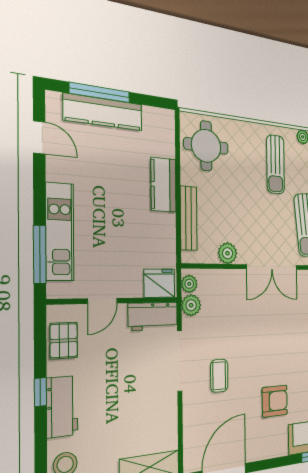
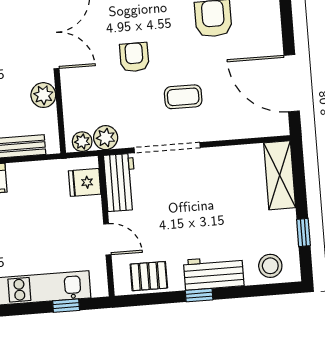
window: (40, 255) -> (66, 306), width x0.46
fridge: (159, 283) -> (85, 182), width x0.72
armchair: (251, 334) -> (134, 57), added

